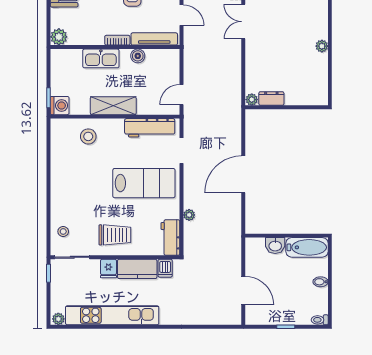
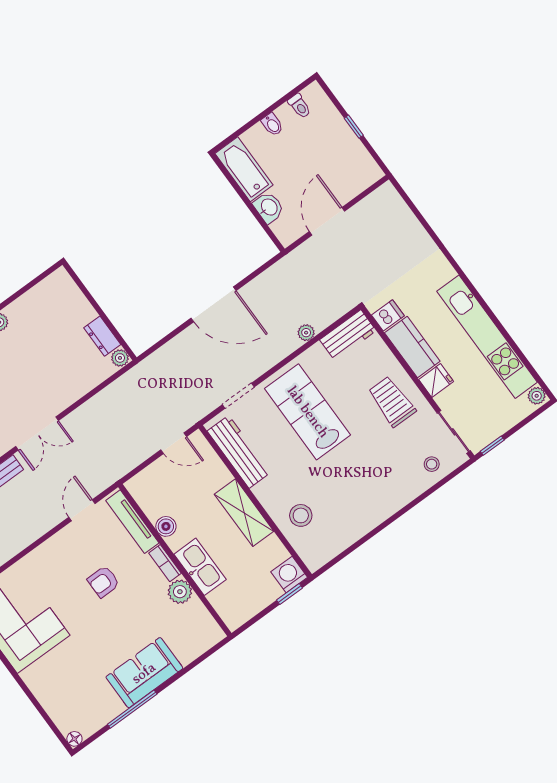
plant: (59, 37) -> (180, 592), moved
door: (243, 291) -> (327, 221), moved
toilet: (320, 320) -> (299, 106), moved

